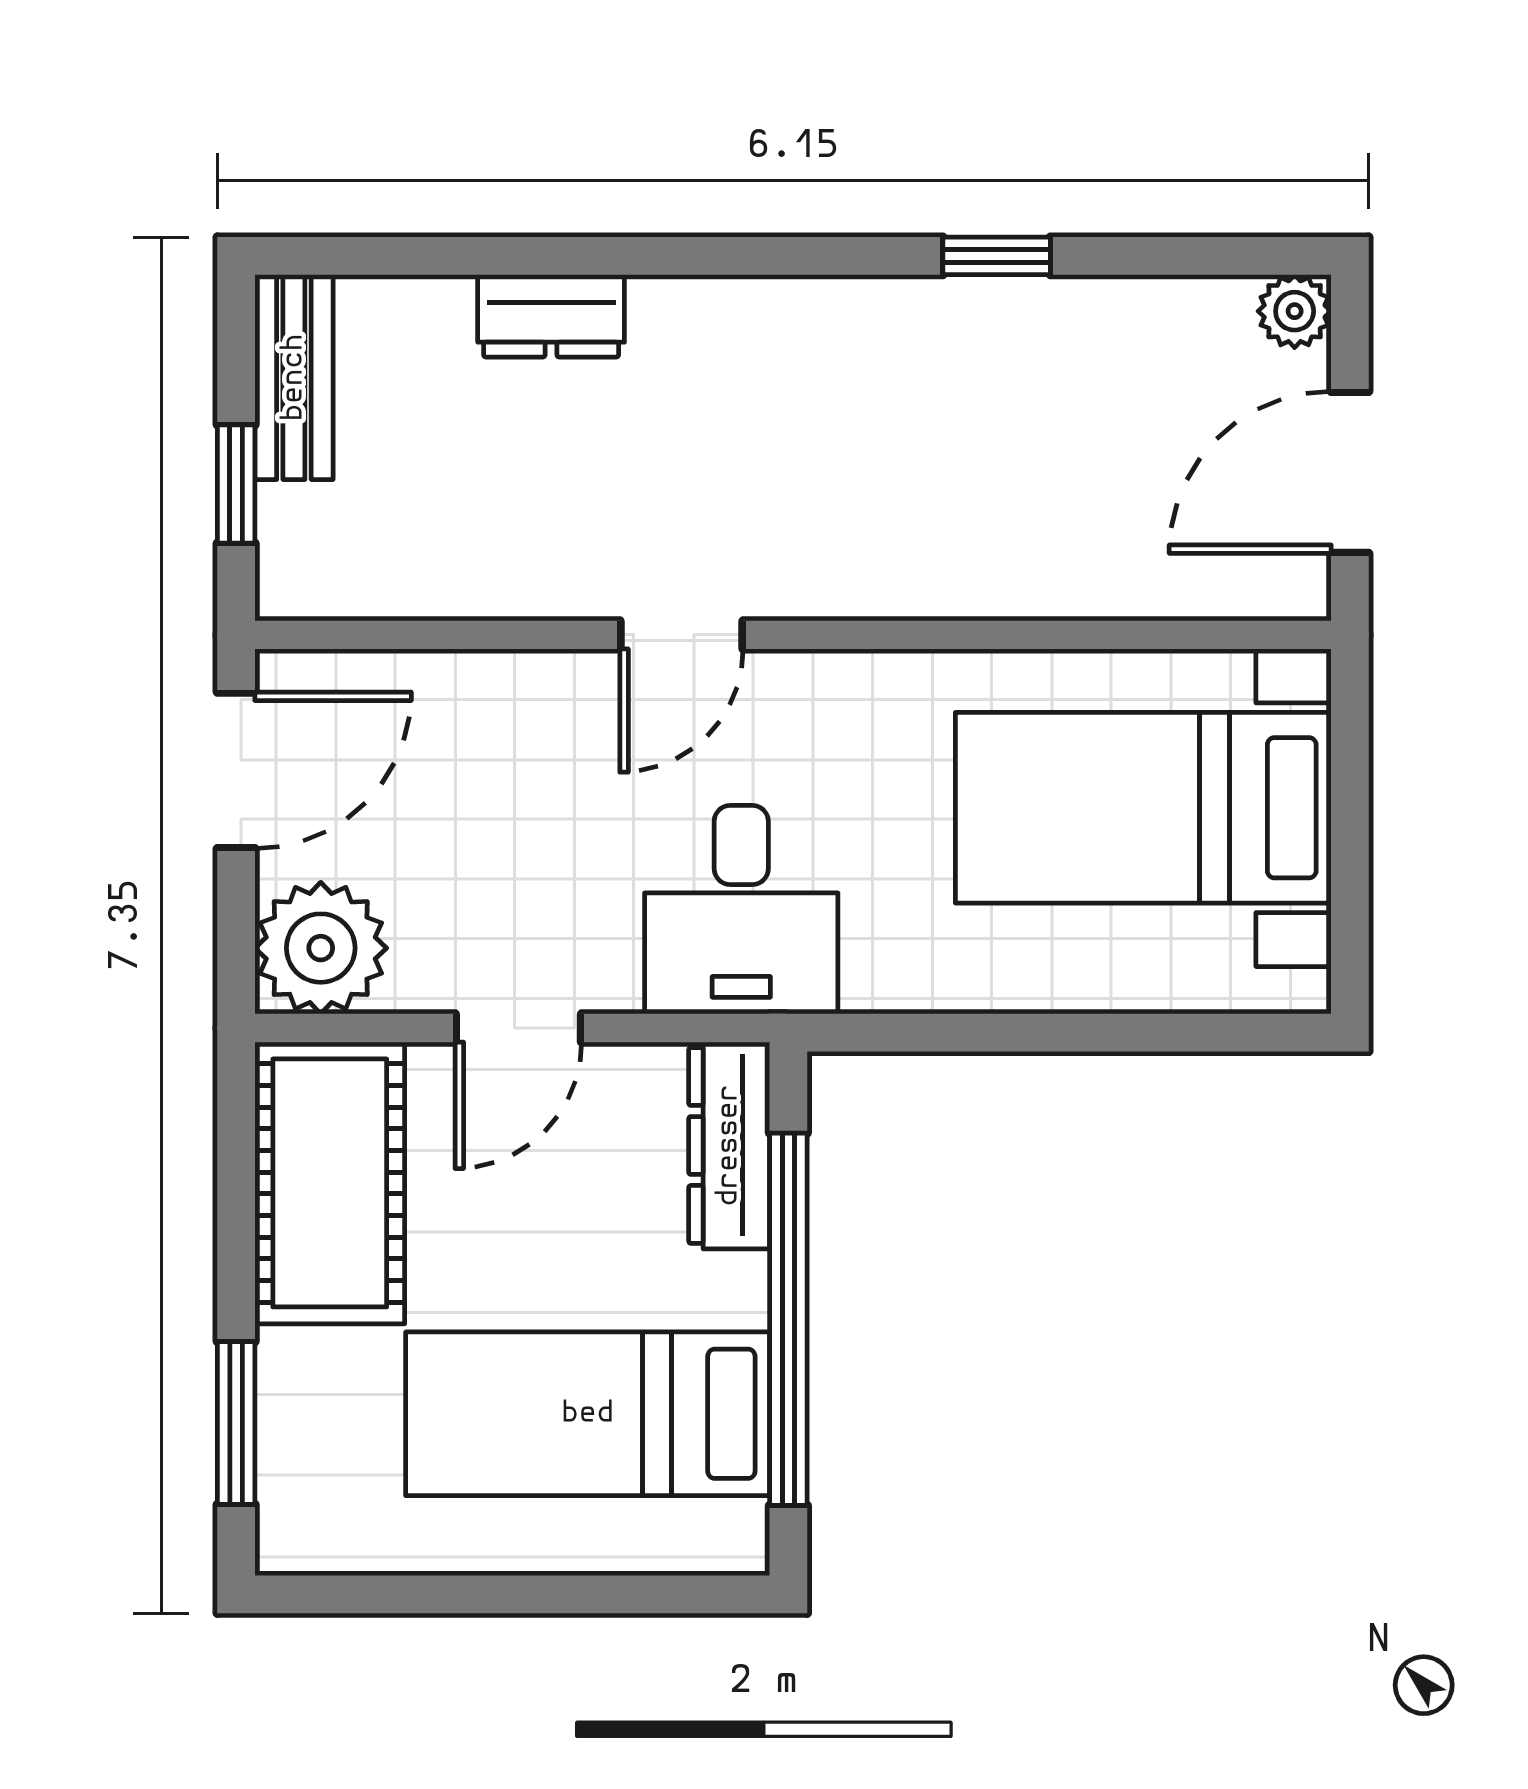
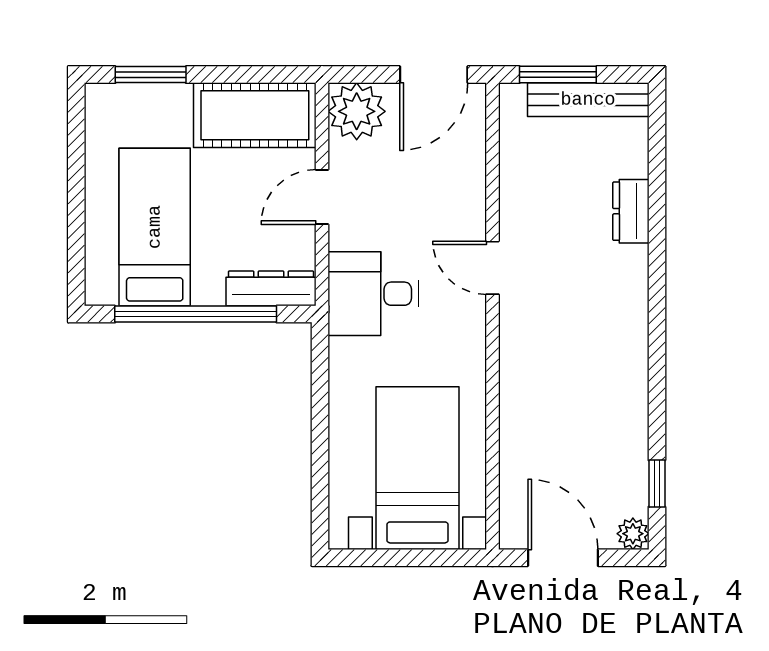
window: (997, 256) -> (657, 484), moved
bench: (294, 377) -> (588, 100), width x1.36
window: (236, 484) -> (558, 75), width x1.50
door: (236, 770) -> (434, 75), hinge flipped
door: (518, 1028) -> (322, 197), hinge flipped

